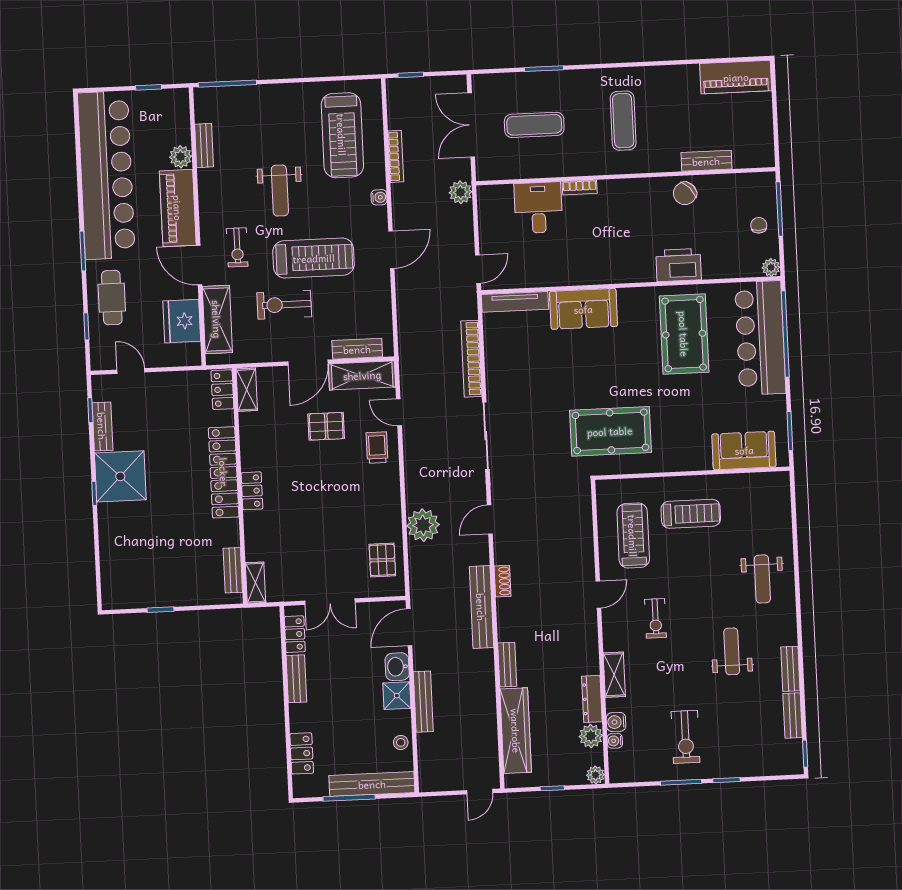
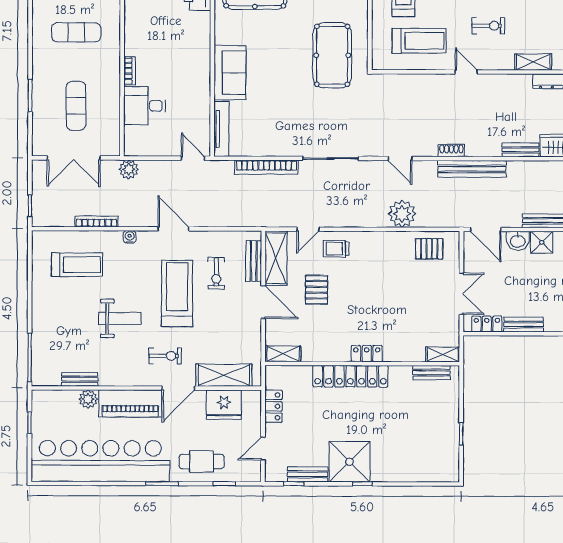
treadmill: (342, 135) -> (77, 265), width x0.73, depth x0.73
exercise bike: (284, 305) -> (216, 273), moved, width x0.73, depth x0.72
locker: (222, 390) -> (273, 406), moved, turned -90
treadmill: (633, 536) -> (419, 41), turned 180

